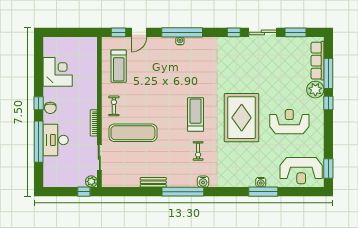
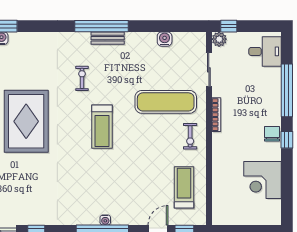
treadmill: (196, 114) -> (102, 127), moved
desk: (56, 140) -> (265, 51), moved, width x0.73
bench: (153, 182) -> (108, 38), moved
water cooler: (203, 182) -> (165, 39), moved

